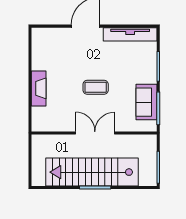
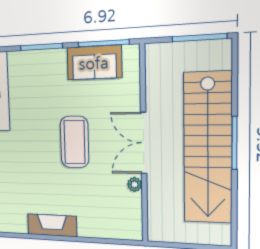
coffee table: (96, 87) -> (75, 142), width x1.36, depth x1.32
fireplace: (39, 88) -> (52, 225), moved
plant: (68, 127) -> (135, 184), added

